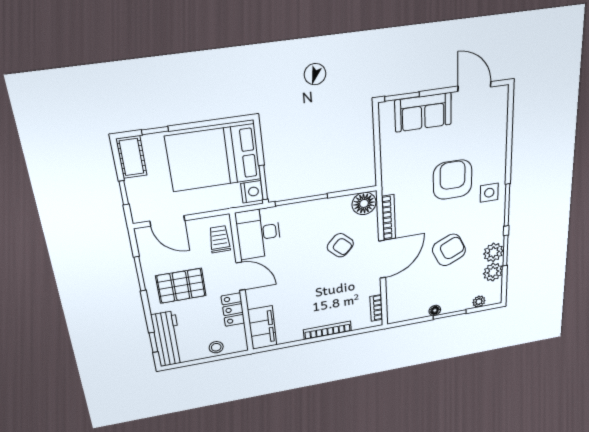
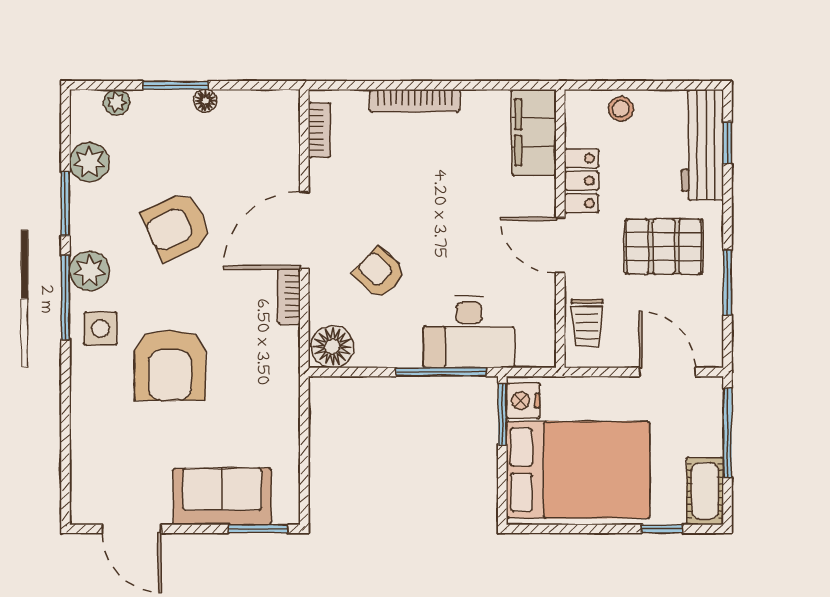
window: (124, 193) -> (727, 433), width x2.17
bookcase: (389, 217) -> (289, 297), width x0.64
desk: (258, 233) -> (469, 332), moved, turned 90
plant: (493, 252) -> (89, 271), moved

